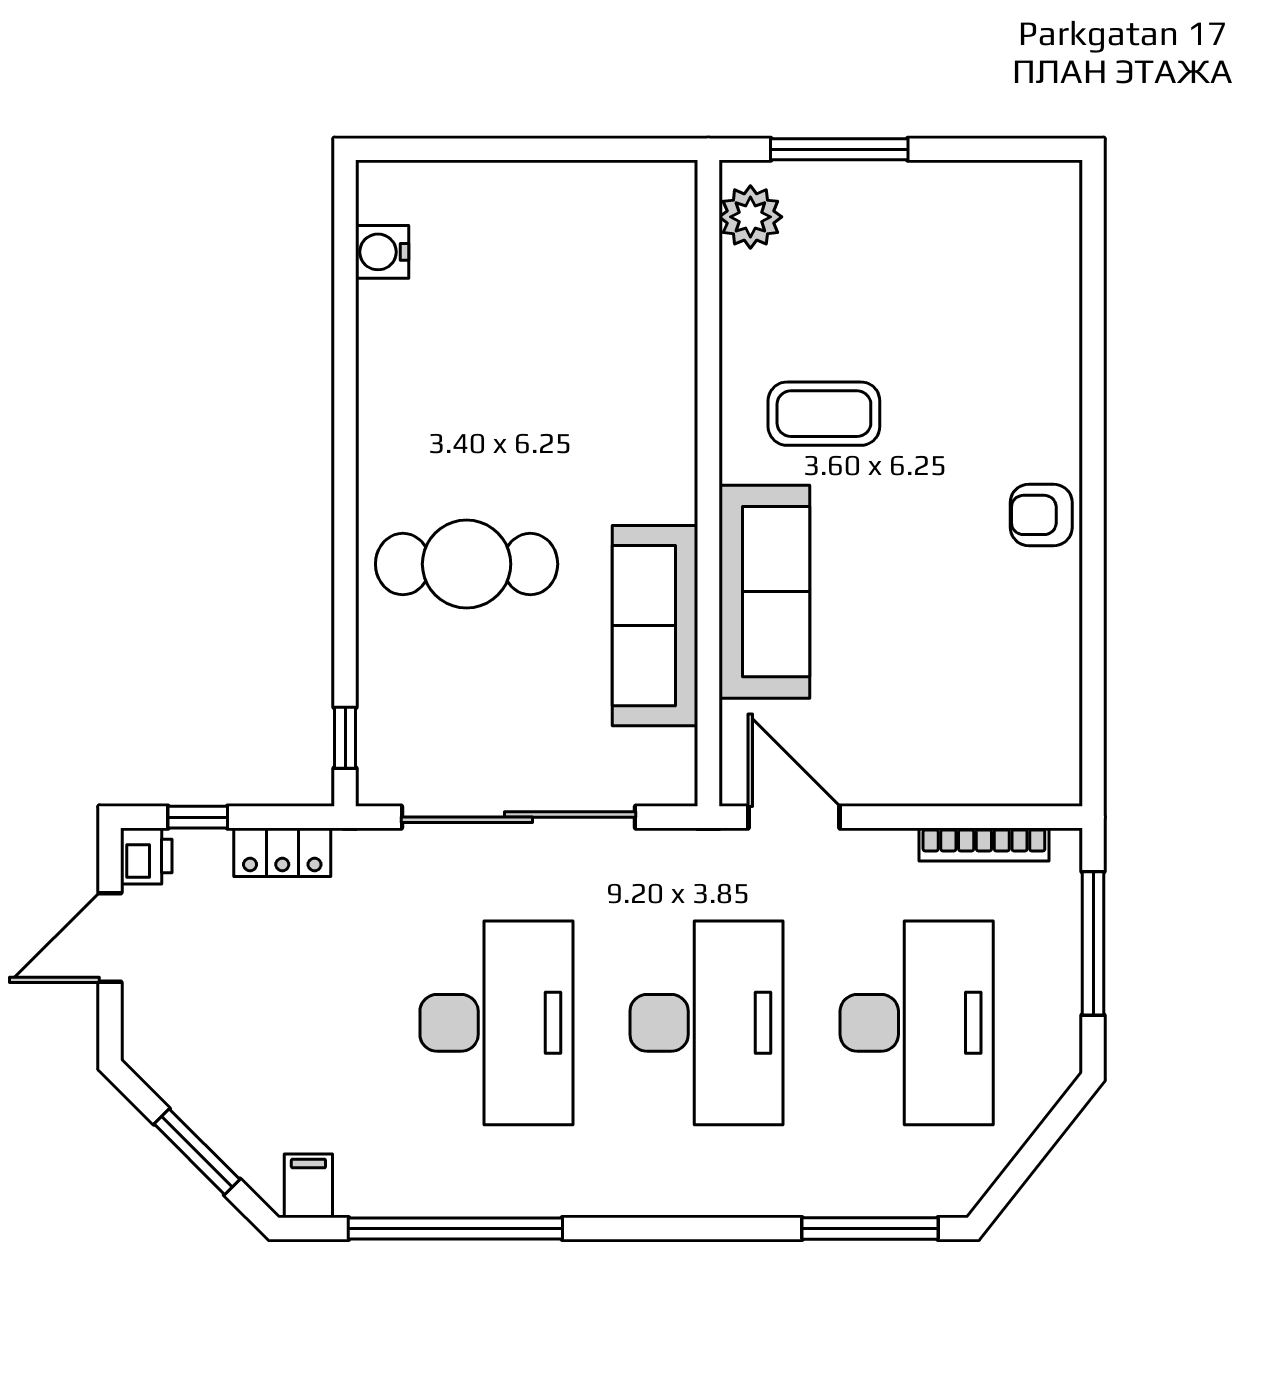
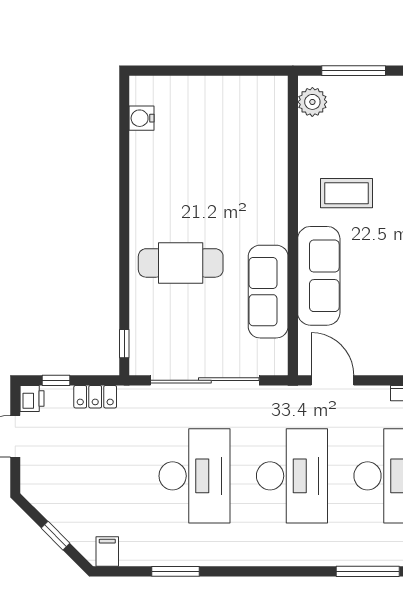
window: (197, 1152) -> (56, 536), width x0.67
window: (455, 1229) -> (176, 571), width x0.47

